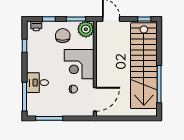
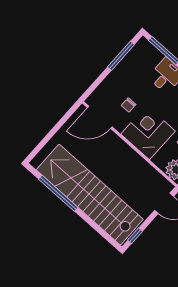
door: (95, 99) -> (100, 117), hinge flipped

